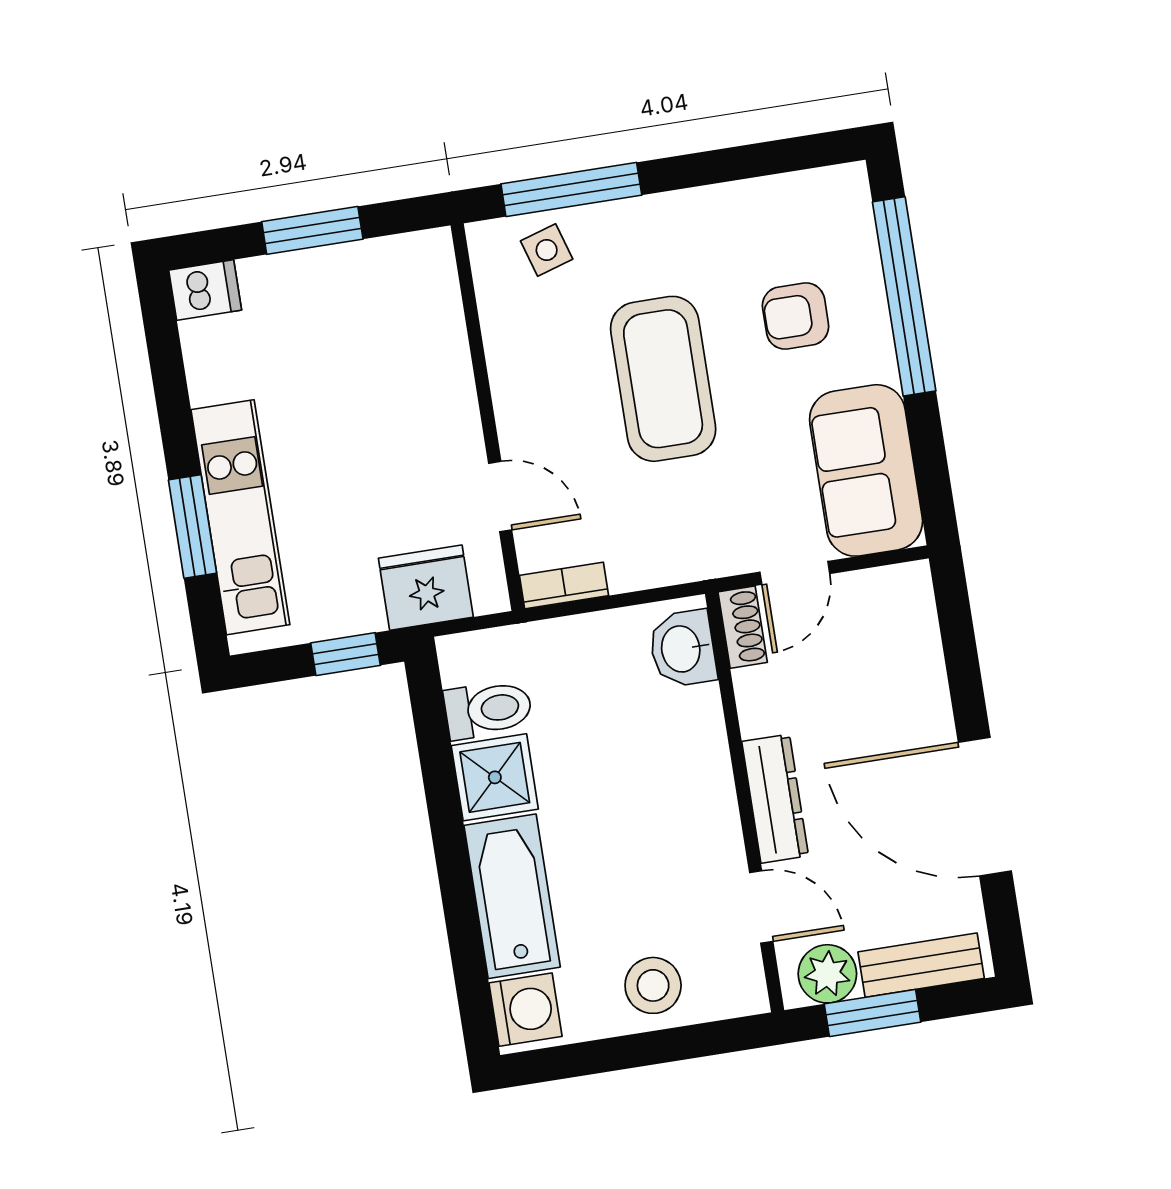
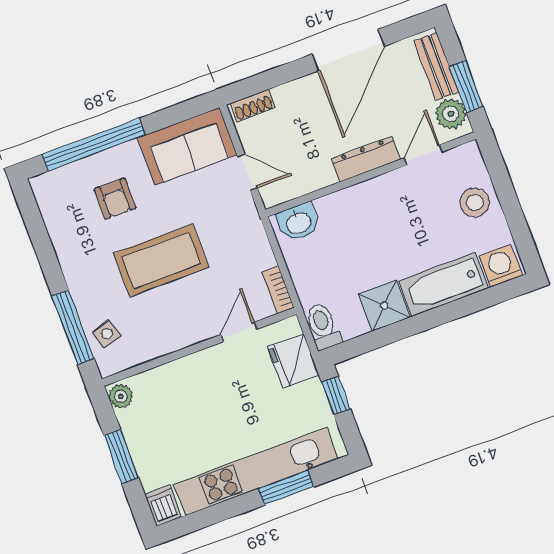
plant: (425, 252) -> (121, 396), added
kitchen unit: (240, 517) -> (256, 471), width x1.36
shoe rack: (743, 627) -> (253, 105), moved, turned 180
toilet: (488, 709) -> (323, 326), moved

